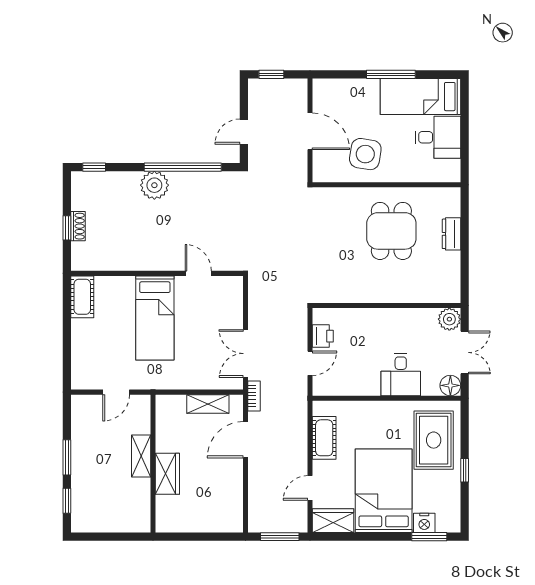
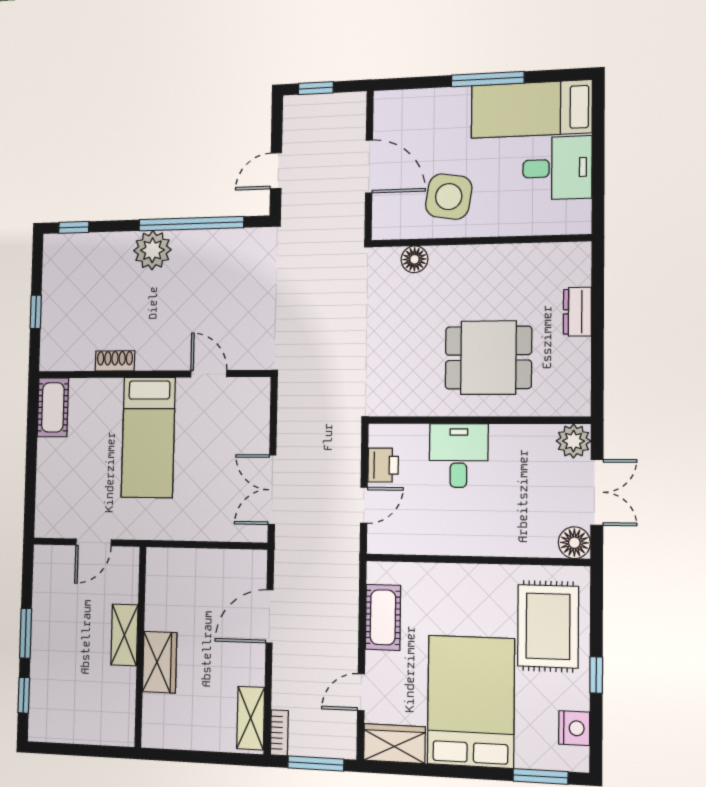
floor lamp: (342, 196) -> (414, 259), added
shoe rack: (78, 226) -> (115, 361), moved, turned -90
dining table: (391, 231) -> (488, 358), moved, turned 90
desk: (401, 375) -> (459, 455), moved, turned 180
bookcase: (254, 396) -> (279, 733), moved
shelving: (208, 404) -> (251, 718), moved, turned 90
nightstand: (424, 523) -> (574, 728), moved, turned -90

